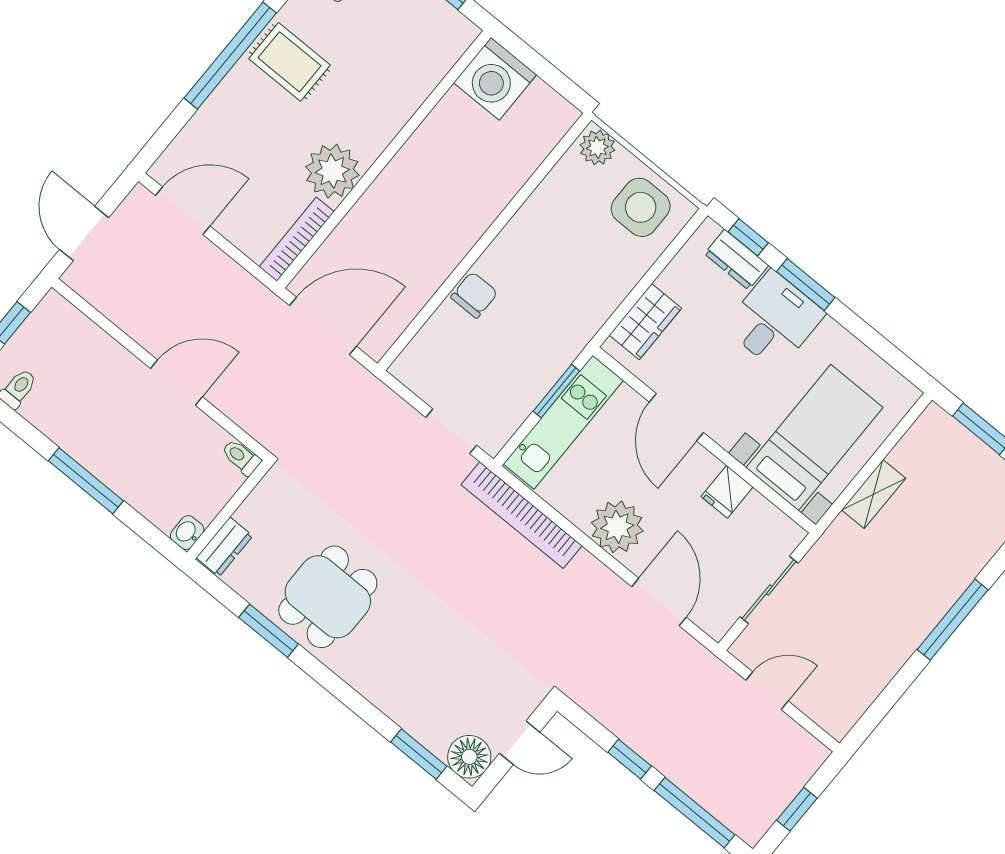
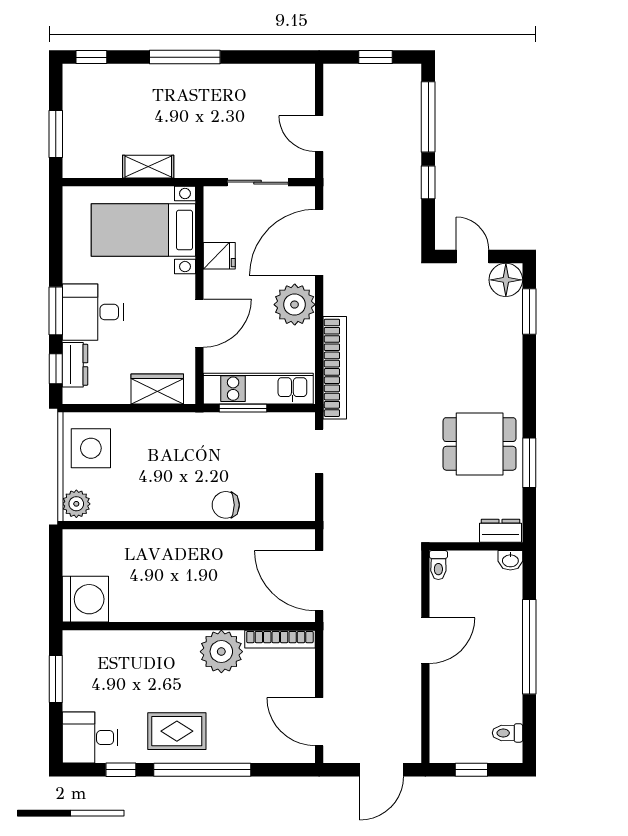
rug: (290, 62) -> (177, 731), turned 90
door: (177, 383) -> (425, 641), swing flipped
window: (86, 481) -> (529, 647), width x1.46
door: (659, 602) -> (319, 242), width x1.36

